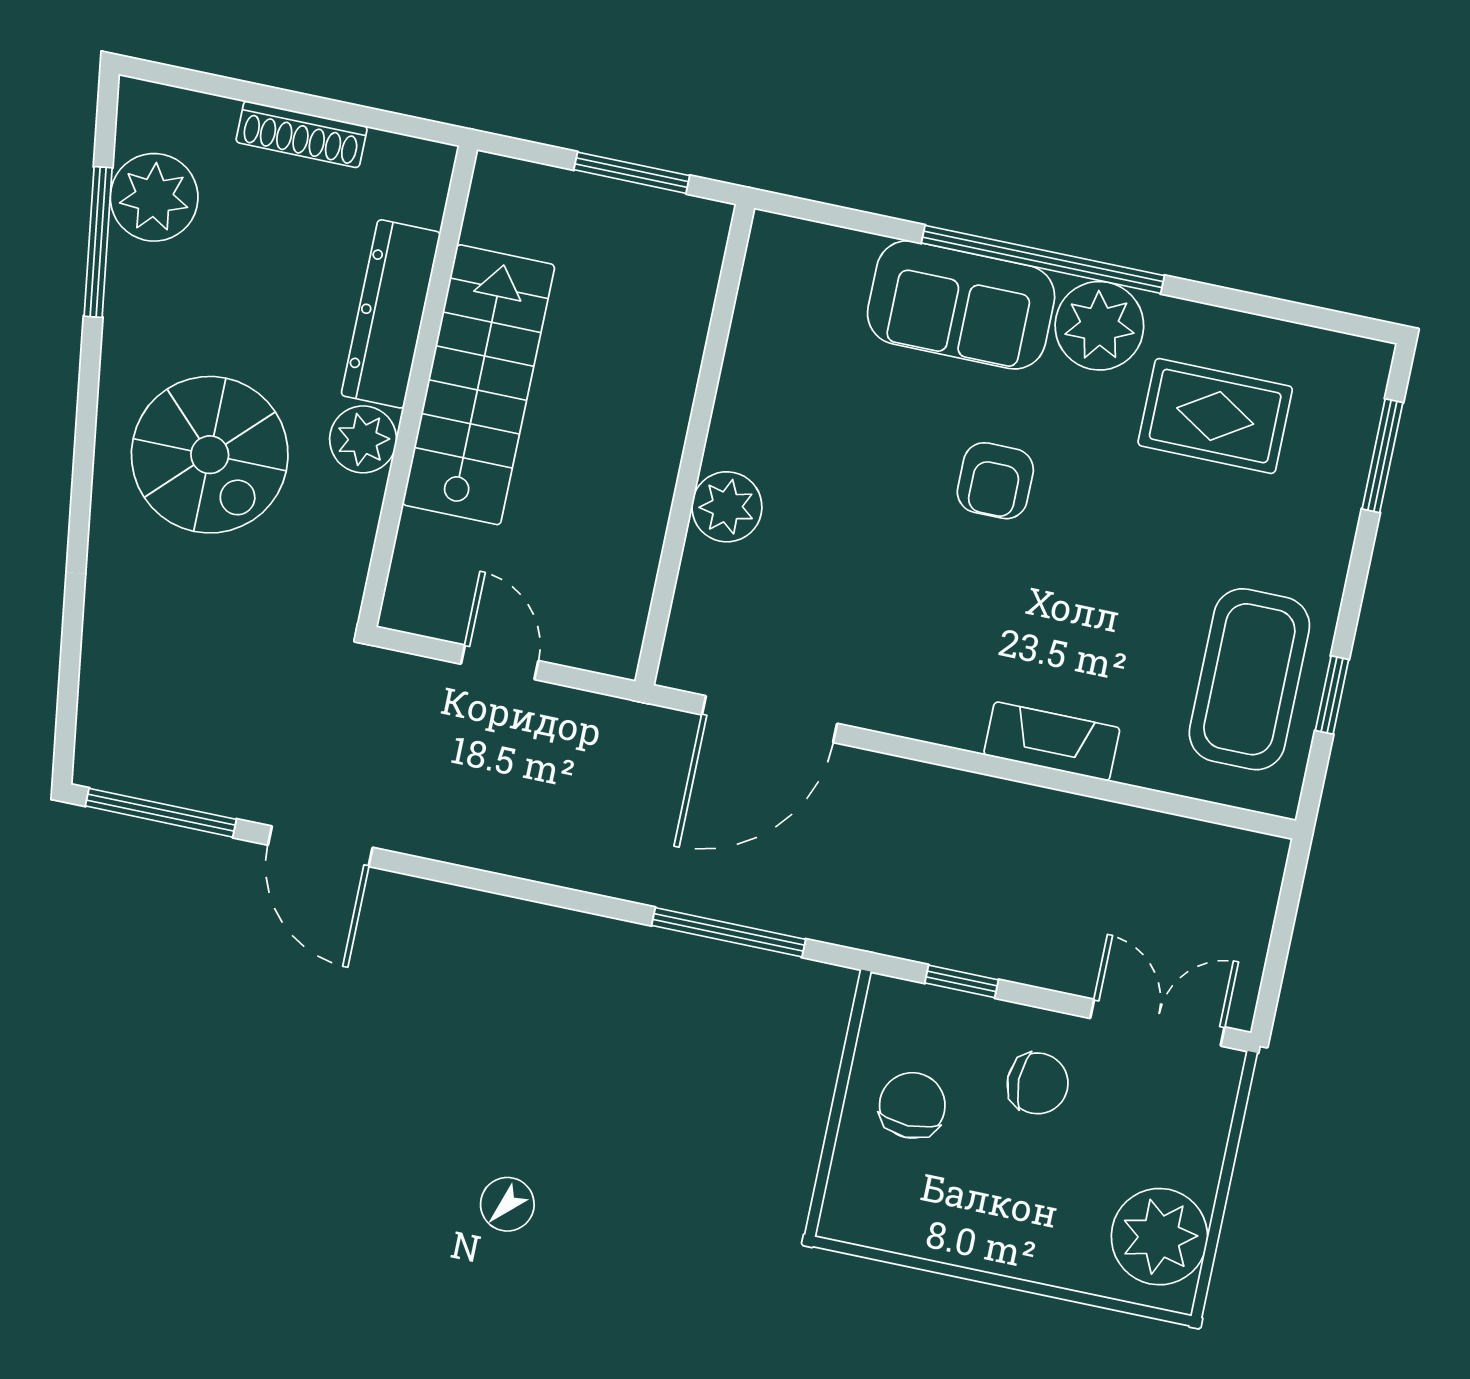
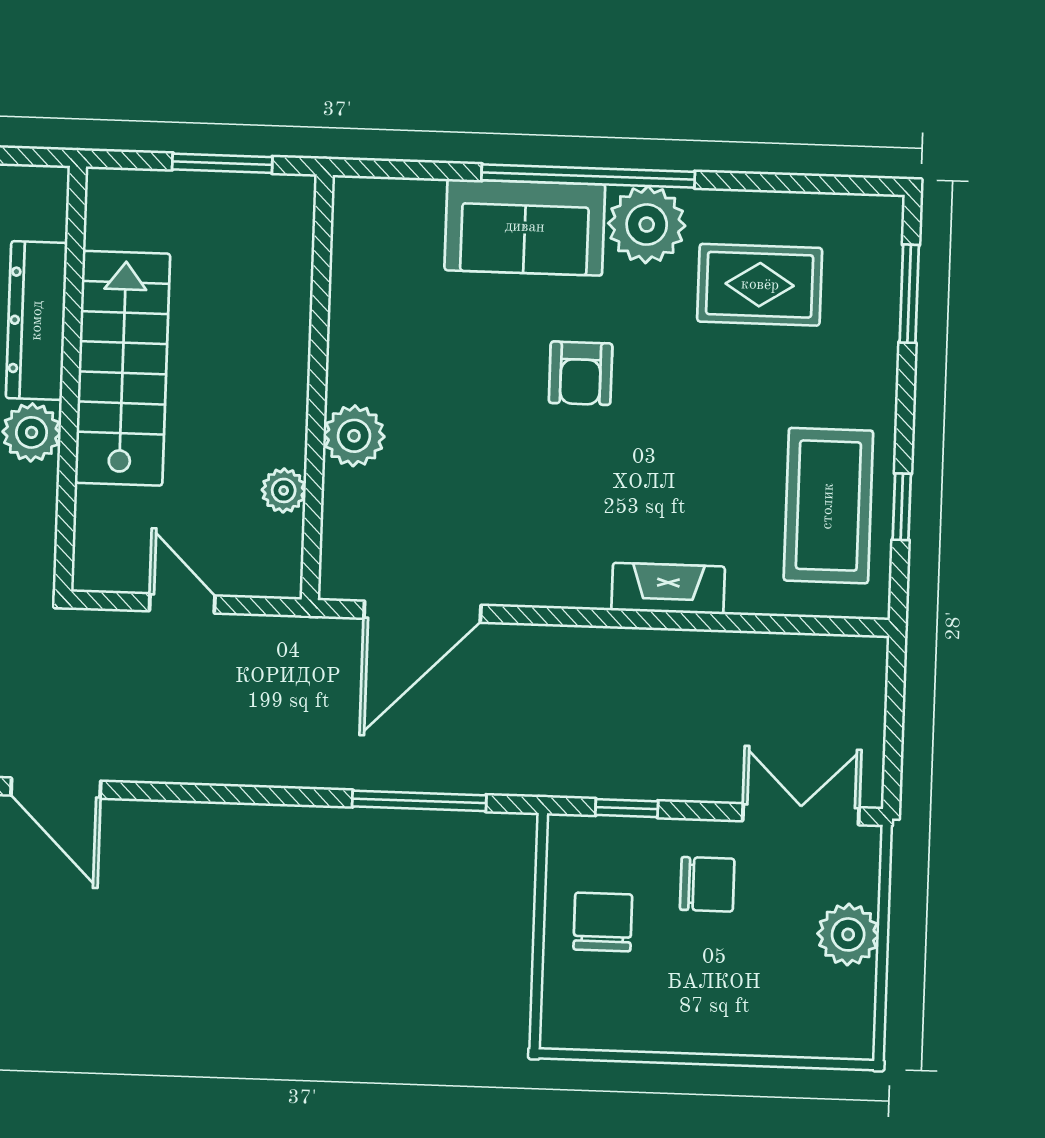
plant: (637, 555) -> (284, 490), added
plant: (1159, 1237) -> (848, 934), moved, width x0.73, depth x0.73

